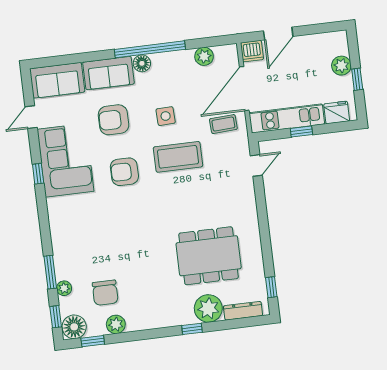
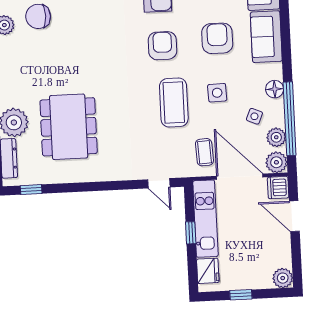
window: (150, 49) -> (290, 119), moved
plant: (228, 54) -> (276, 162), added
floor lamp: (142, 63) -> (275, 89), moved
plant: (341, 66) -> (283, 278), moved
side table: (186, 79) -> (254, 116), added

